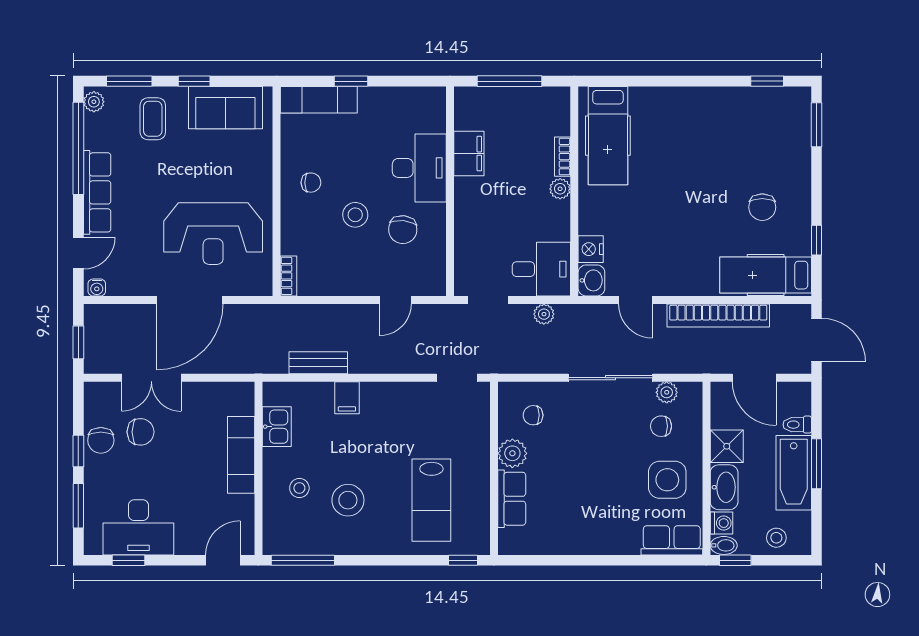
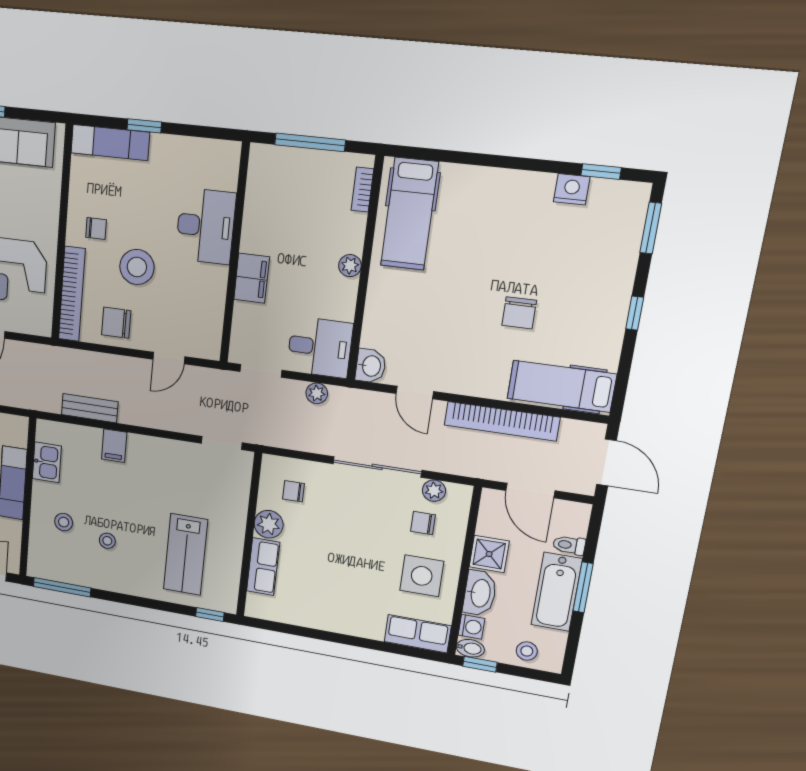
filing cabinet: (469, 154) -> (252, 278), moved
bookcase: (563, 157) -> (362, 190), moved
chair: (762, 207) -> (519, 313), moved
stool: (355, 215) -> (137, 267), width x1.38, depth x1.38
chair: (403, 230) -> (116, 323), moved, turned 84
window: (816, 240) -> (635, 313), moved
nightstand: (591, 249) -> (572, 189), moved, turned 90
bookcase: (288, 276) -> (72, 294), width x2.31, depth x1.31
stool: (348, 500) -> (107, 541), width x0.53, depth x0.53

